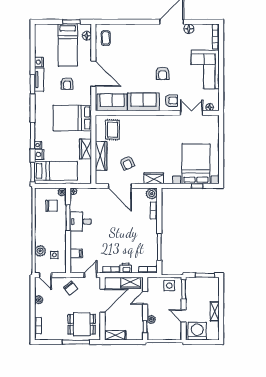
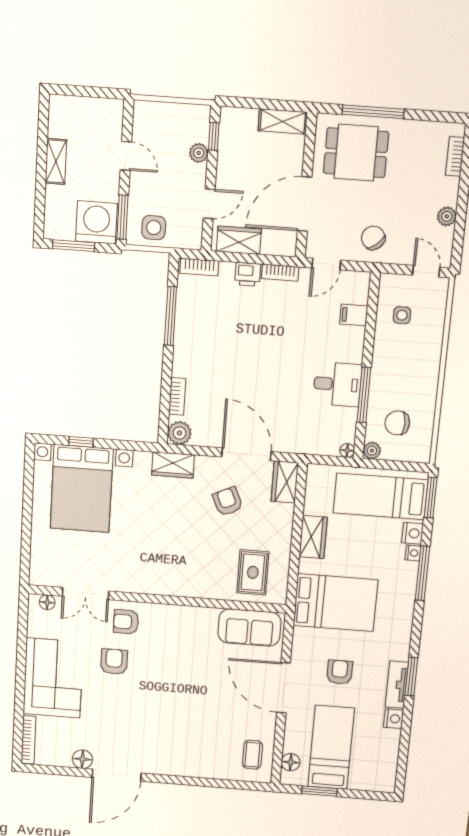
armchair: (163, 73) -> (114, 662), moved
sofa: (143, 102) -> (184, 624), removed
wardrobe: (101, 156) -> (285, 482), moved, width x0.67
plant: (40, 251) -> (432, 326), removed
washing machine: (197, 331) -> (96, 222), moved, turned 180

